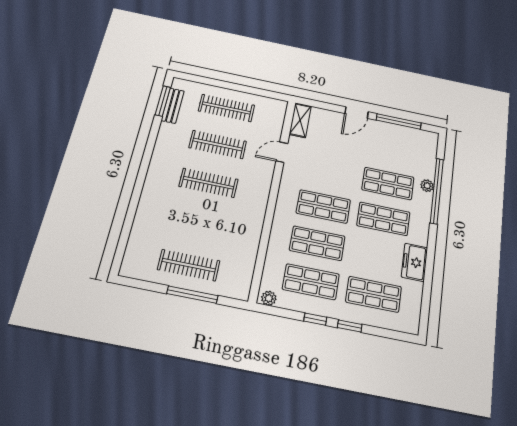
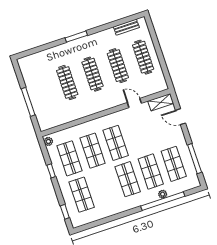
window: (163, 101) -> (76, 37), moved
door: (357, 113) -> (181, 117), moved
shop shelf: (392, 150) -> (174, 164), added
freezer: (414, 262) -> (112, 208), removed
clothes rail: (189, 265) -> (67, 83), moved
window: (350, 326) -> (65, 212), moved

